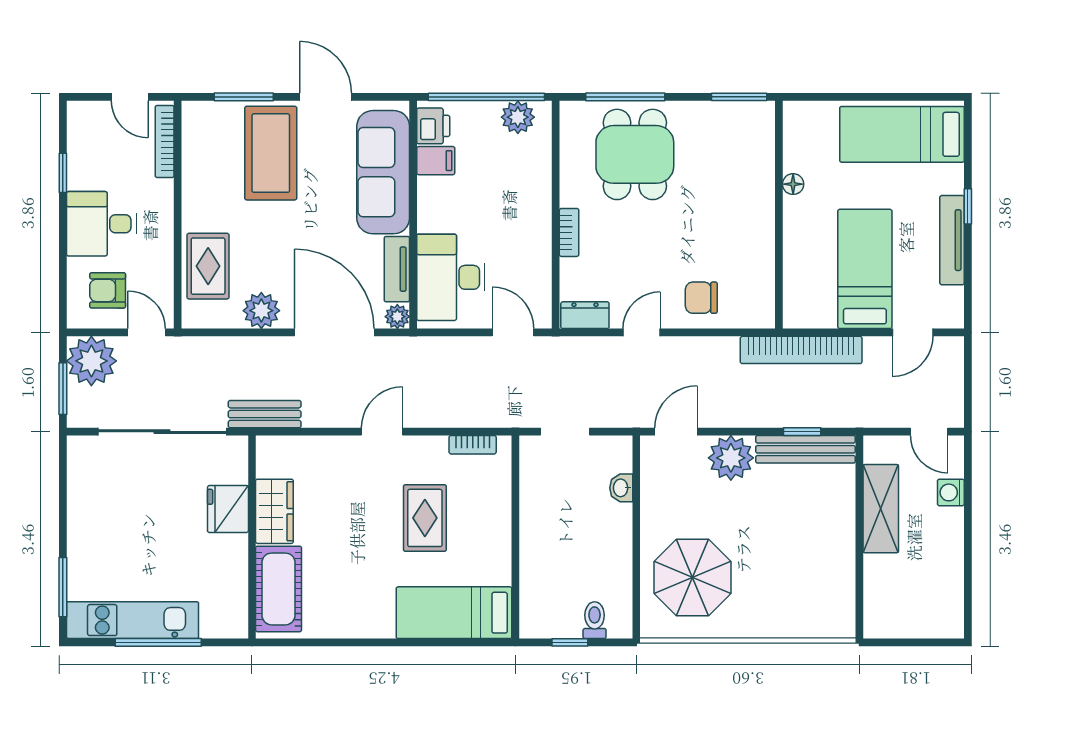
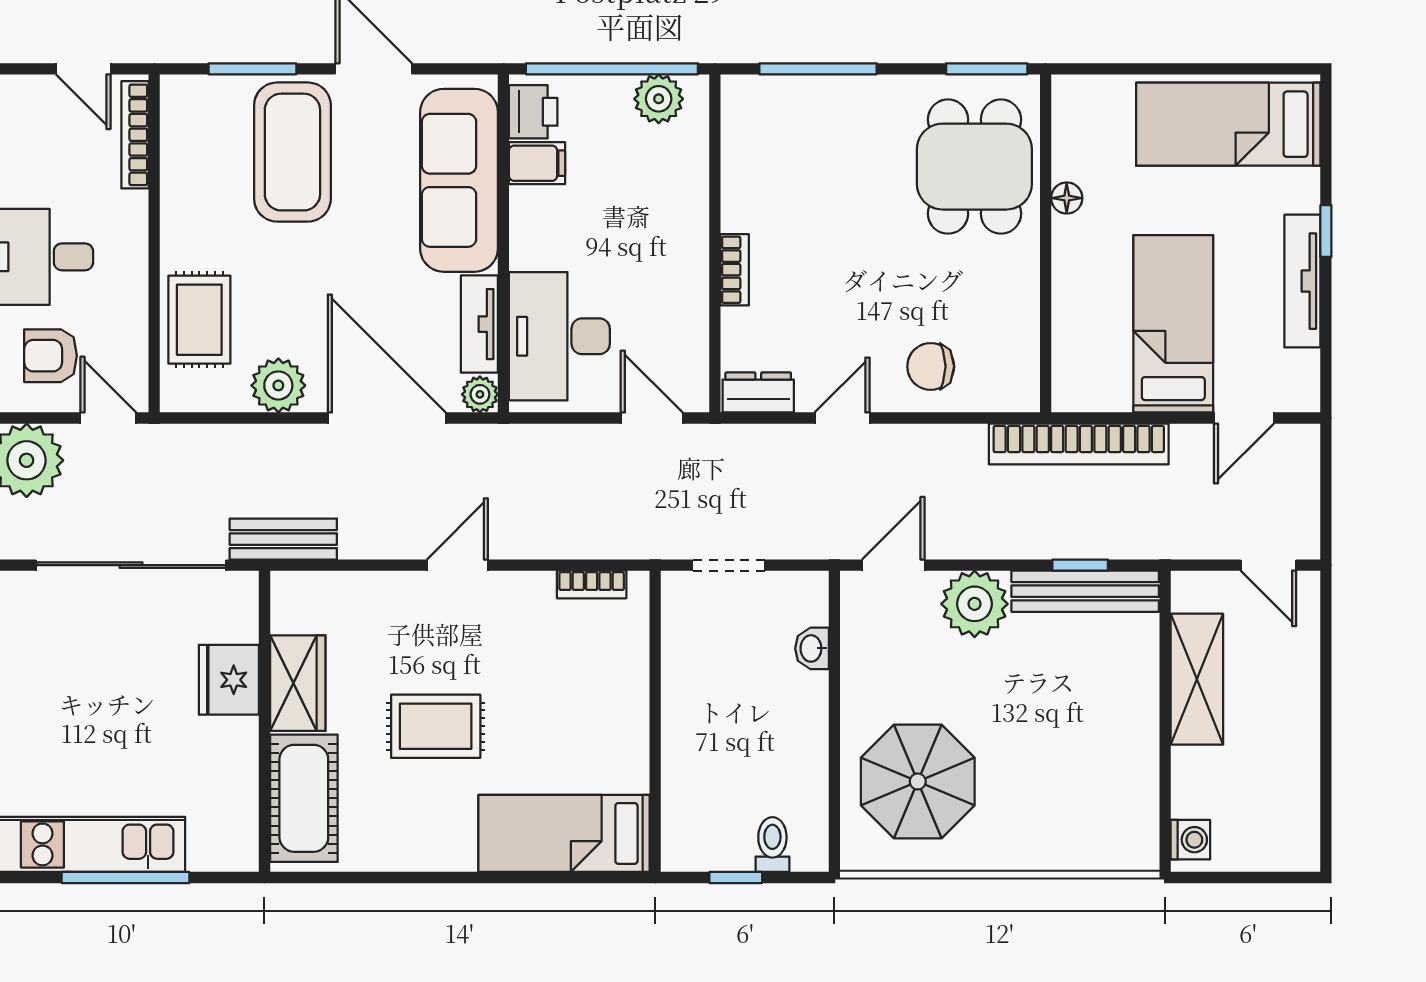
dining table: (635, 154) -> (974, 167), moved
washing machine: (951, 492) -> (1190, 840), moved, turned 180
rug: (425, 518) -> (436, 726), moved, turned 90

